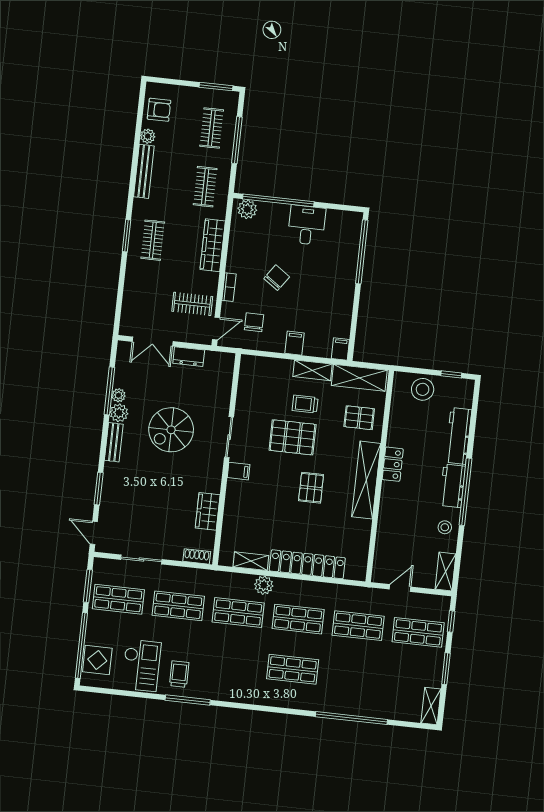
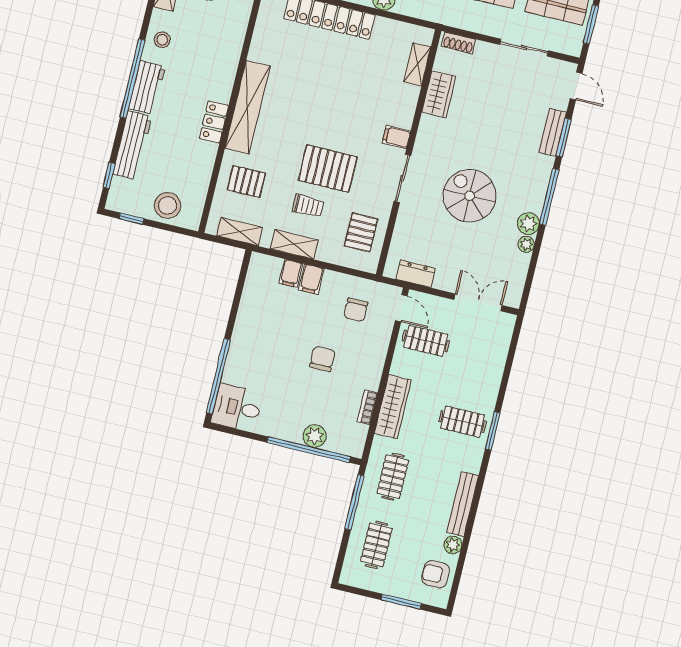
window: (216, 87) -> (401, 602), moved
window: (237, 140) -> (354, 502), moved
plant: (247, 209) -> (315, 436), moved
desk: (307, 225) -> (237, 408), moved, turned 90
clothes rail: (153, 240) -> (463, 422), turned 90
chair: (277, 278) -> (322, 359), turned 145
bookcase: (229, 287) -> (367, 407), moved
door: (216, 328) -> (401, 308), swing flipped
filing cabinet: (340, 349) -> (291, 273), moved
dresser: (189, 357) -> (416, 274), moved
shelving: (359, 378) -> (240, 232), width x0.67, depth x0.75
window: (109, 391) -> (549, 197), moved
window: (475, 408) -> (109, 175), added
spiral stairs: (171, 430) -> (470, 196), turned -90
bench: (114, 442) -> (553, 132), moved
pallet: (311, 488) -> (361, 232), moved
shelving: (251, 561) -> (417, 64), moved, turned 90

